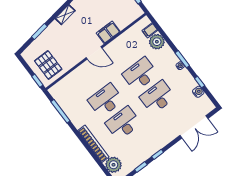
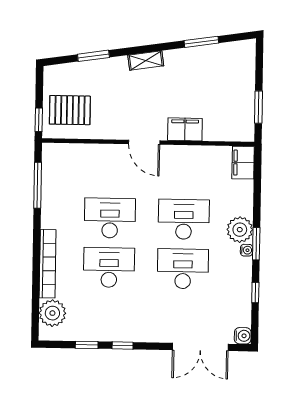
filing cabinet: (150, 30) -> (243, 163), width x2.00
plant: (157, 42) -> (240, 230), moved
pallet: (48, 65) -> (70, 110), turned 90
water cooler: (198, 92) -> (243, 336), moved

